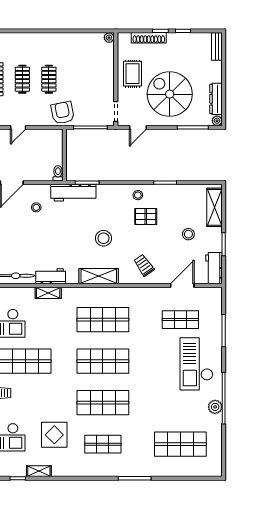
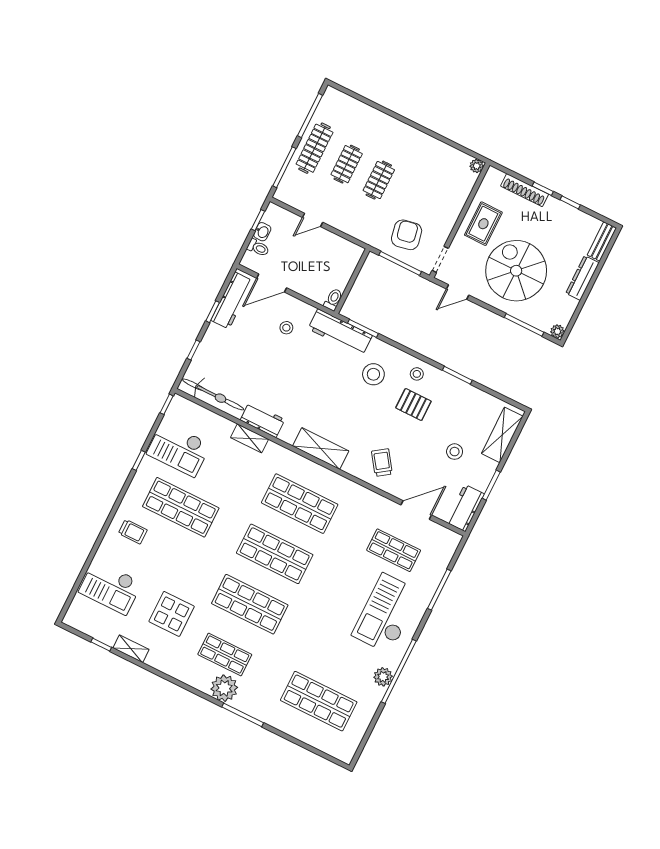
dresser: (216, 99) -> (582, 278), moved
armchair: (63, 113) -> (407, 235), moved
stool: (103, 238) -> (373, 374), moved
plant: (114, 467) -> (224, 688), added

